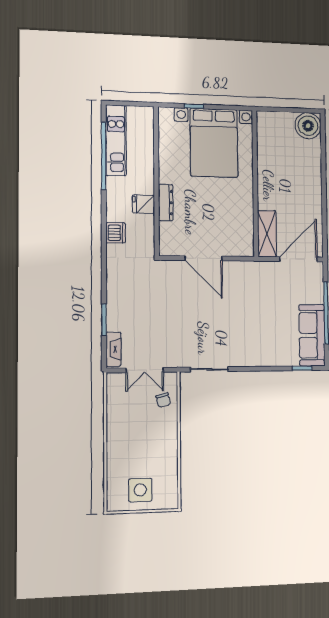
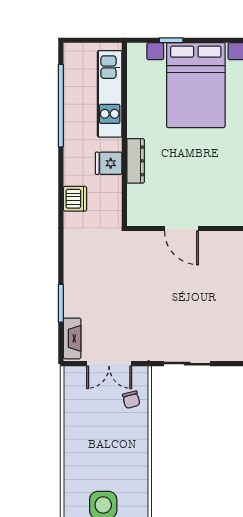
kitchen unit: (116, 140) -> (110, 94), moved, turned 180
door: (204, 258) -> (182, 229), width x0.73

